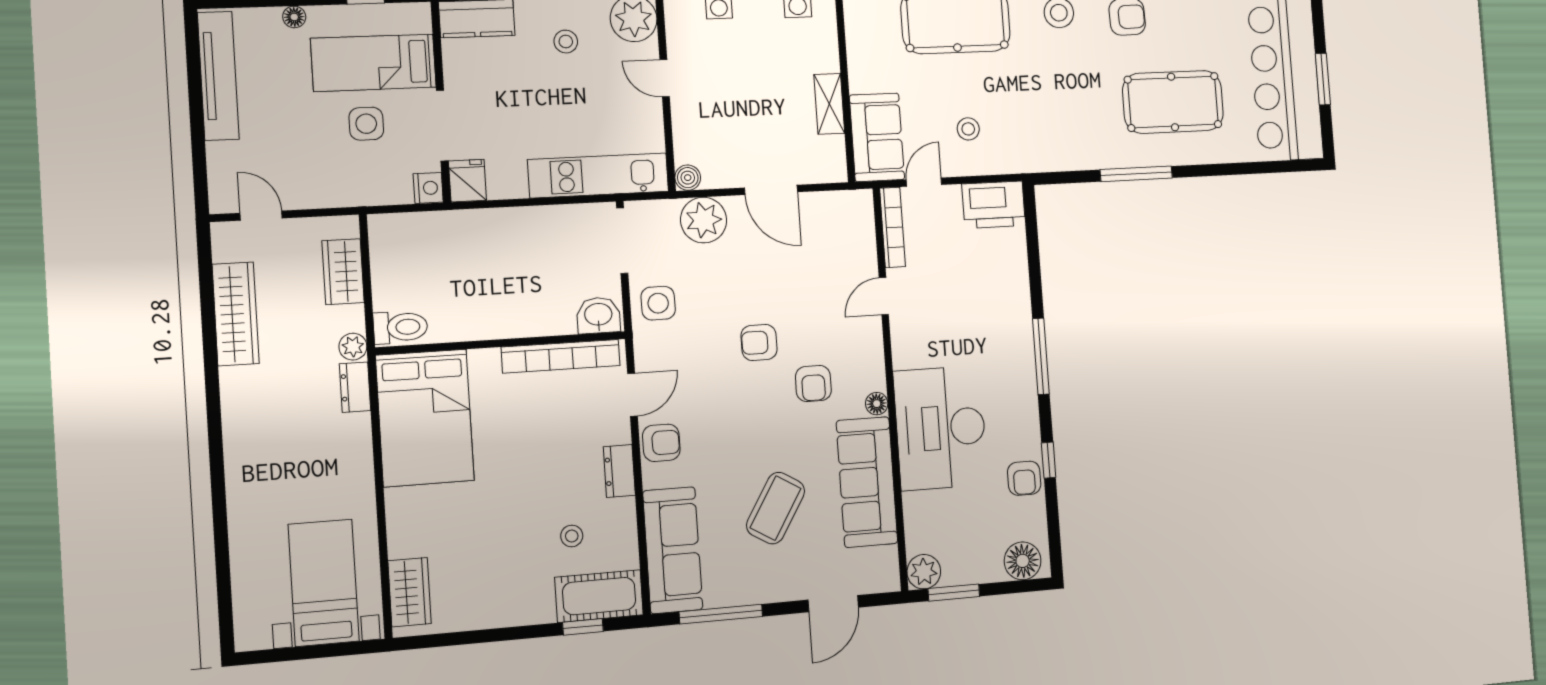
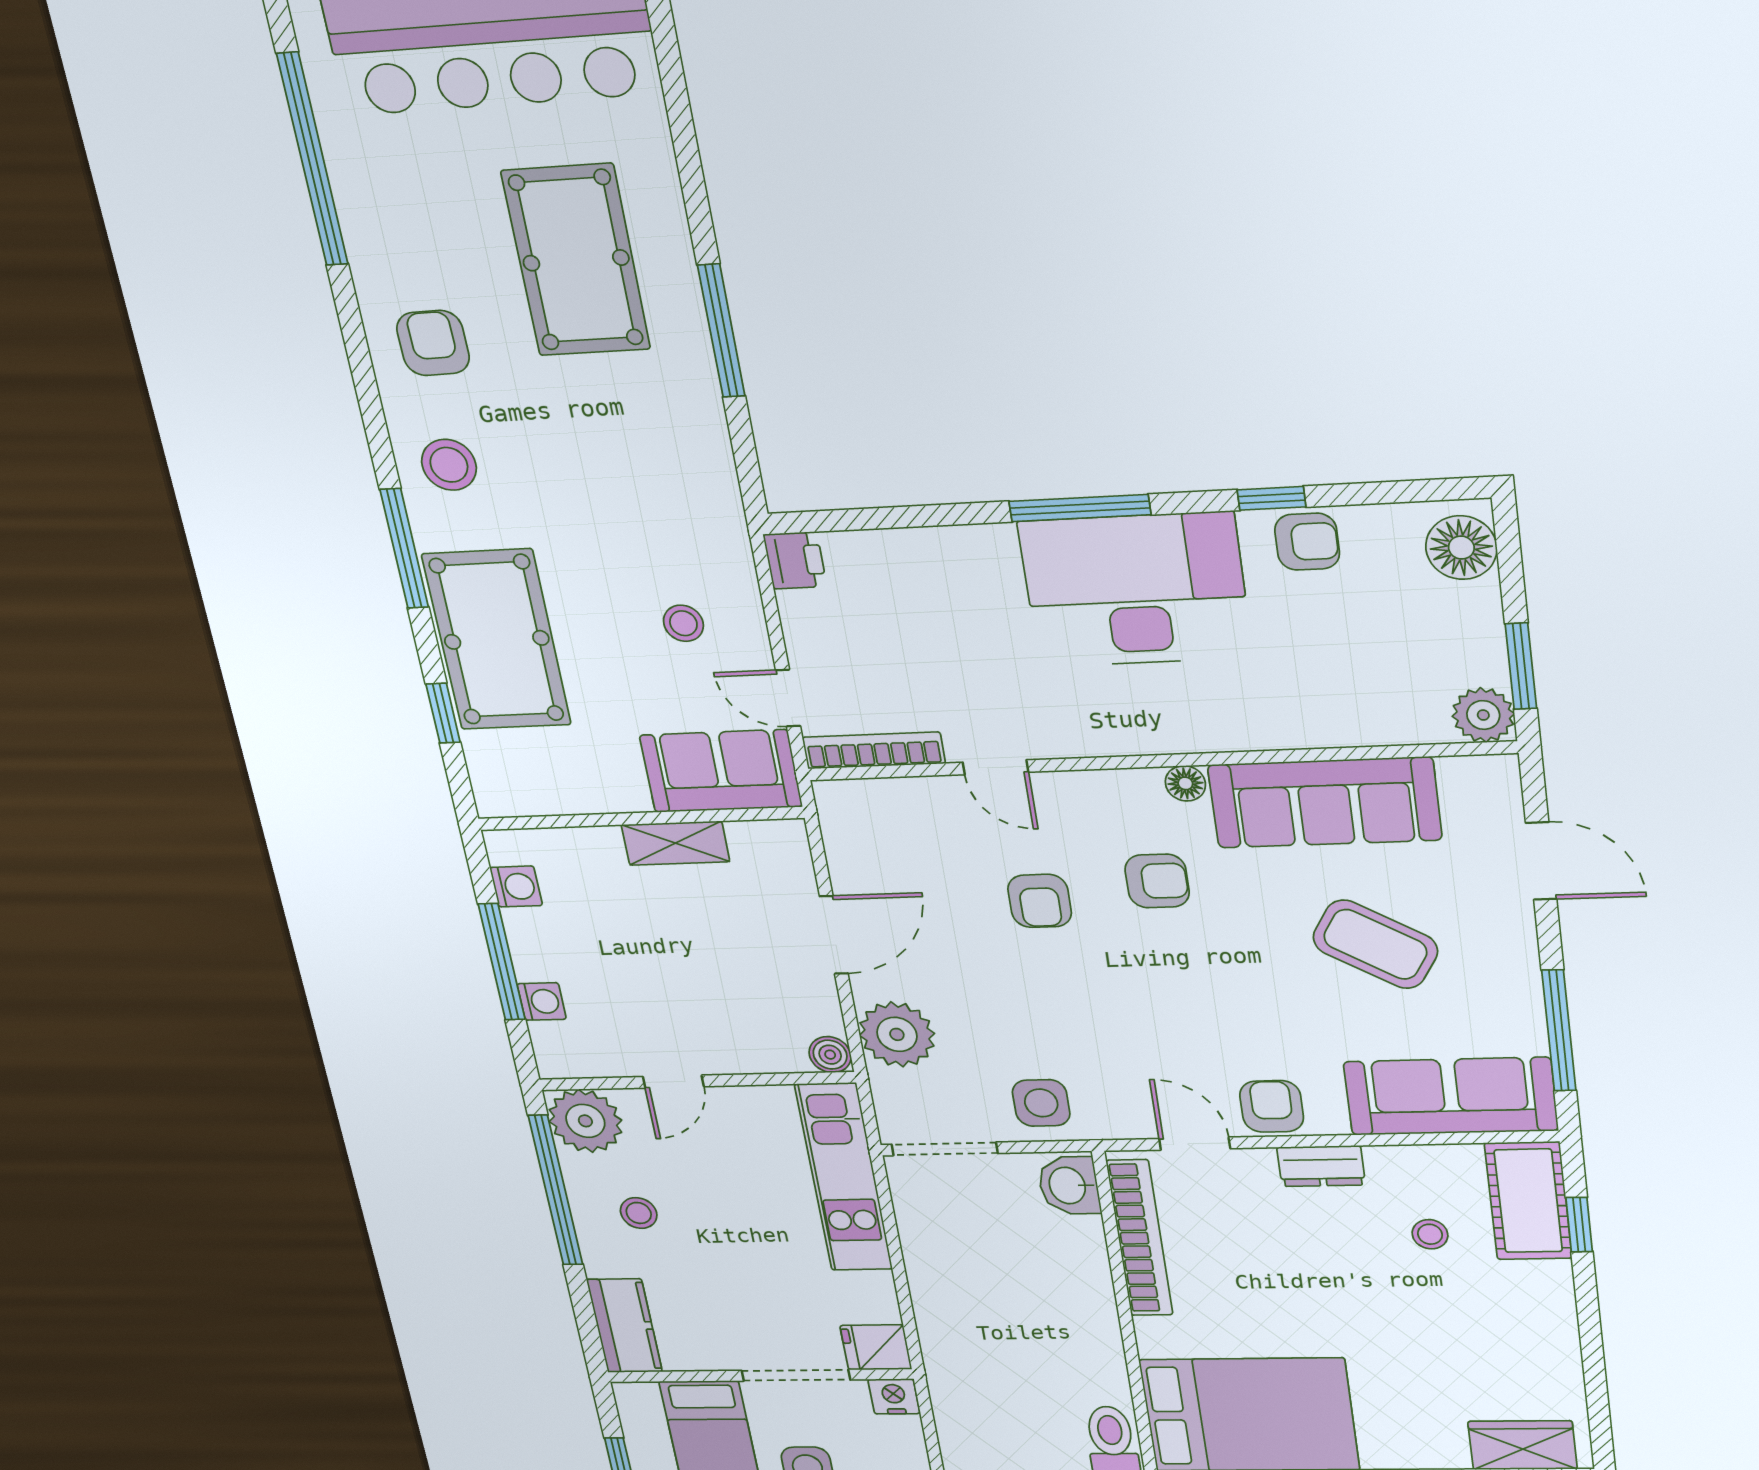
printer: (994, 205) -> (795, 560), width x0.53, depth x0.68
armchair: (759, 342) -> (1040, 901), moved
desk: (941, 428) -> (1136, 590), moved, turned 180

